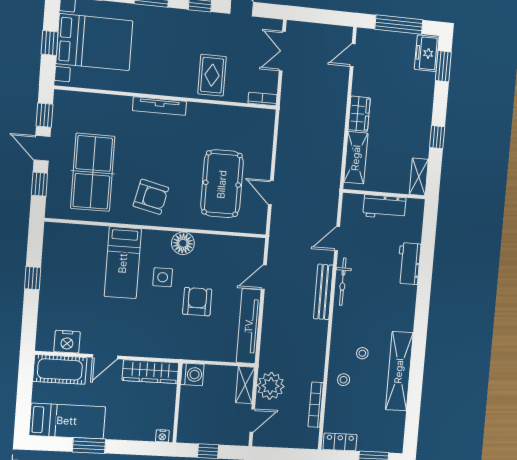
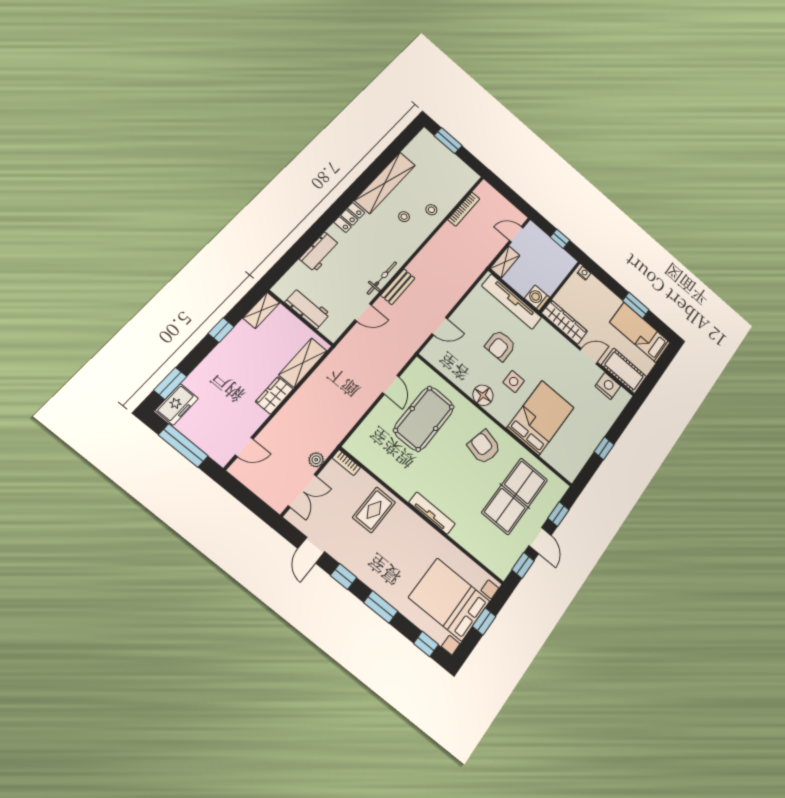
bed: (123, 263) -> (541, 418), width x1.50
bench: (323, 292) -> (398, 287), width x0.73
tv unit: (249, 326) -> (512, 302), moved, turned 90
plant: (271, 386) -> (316, 460), moved, width x0.53, depth x0.53
locker: (340, 442) -> (349, 217), moved, turned -90

